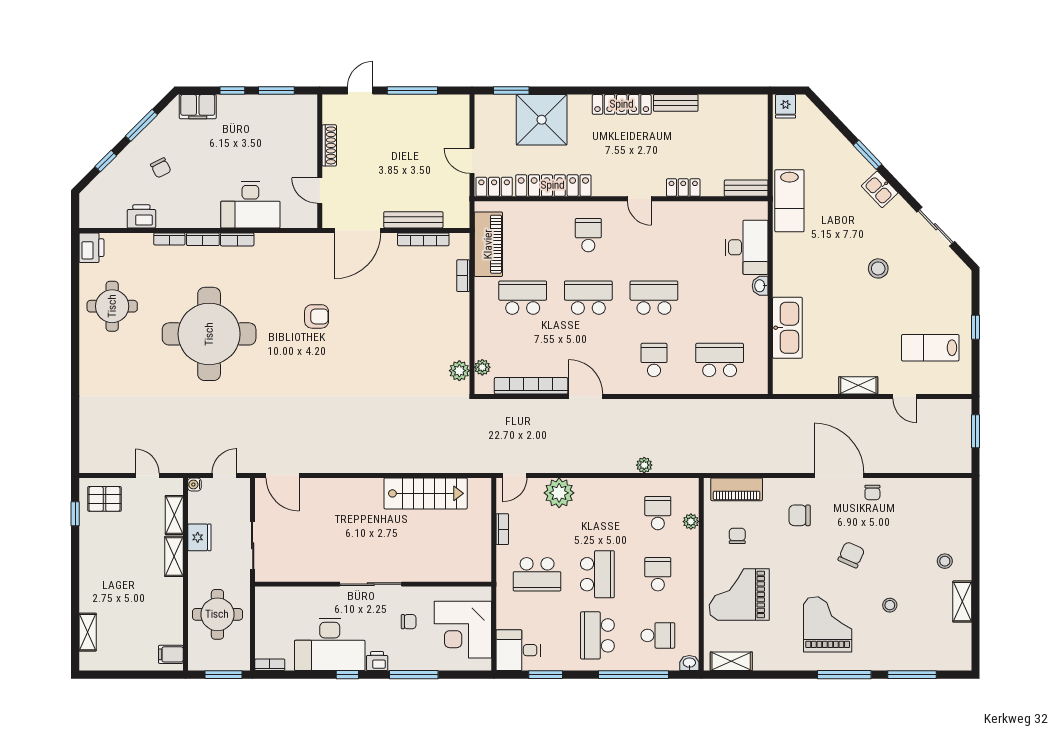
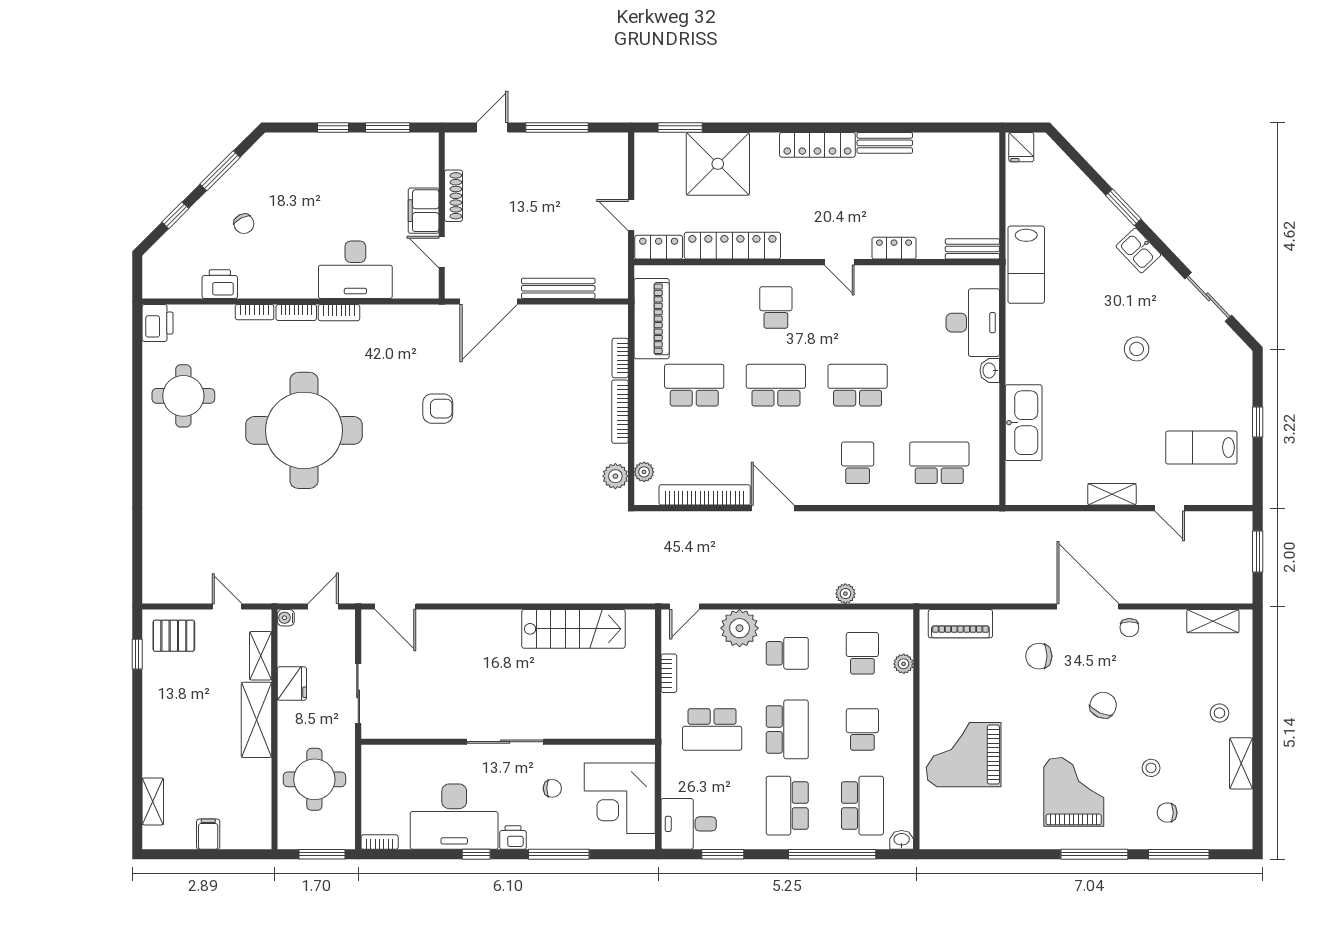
filing cabinet: (198, 107) -> (424, 211), moved, turned 90
bookcase: (423, 239) -> (620, 412), moved, turned 90
school desk: (597, 513) -> (787, 653), added
chair: (737, 536) -> (1167, 813), moved, turned -90
shelving: (174, 556) -> (256, 720), width x1.50, depth x1.33
school desk: (658, 635) -> (862, 806), width x1.85
filing cabinet: (171, 654) -> (208, 834), moved, turned 90
shelving: (731, 661) -> (1213, 621), moved

